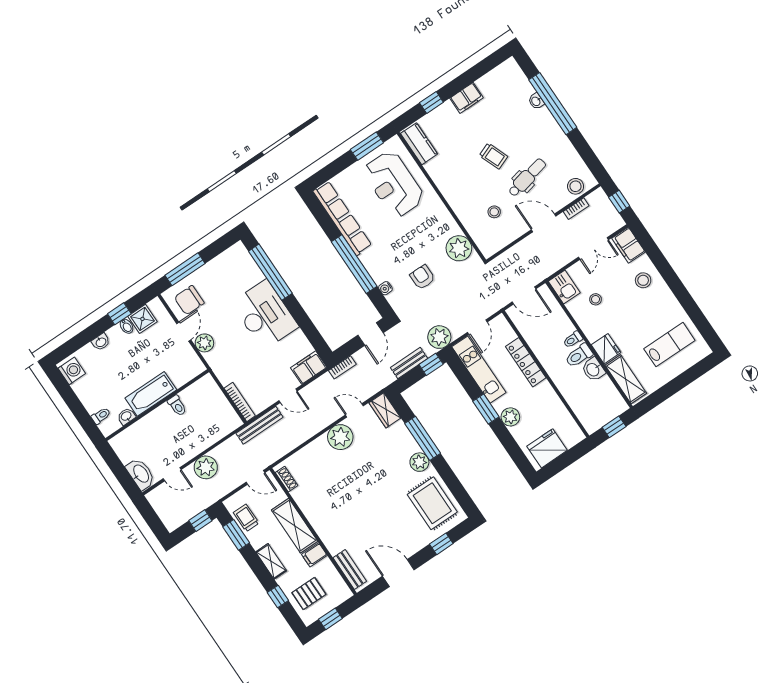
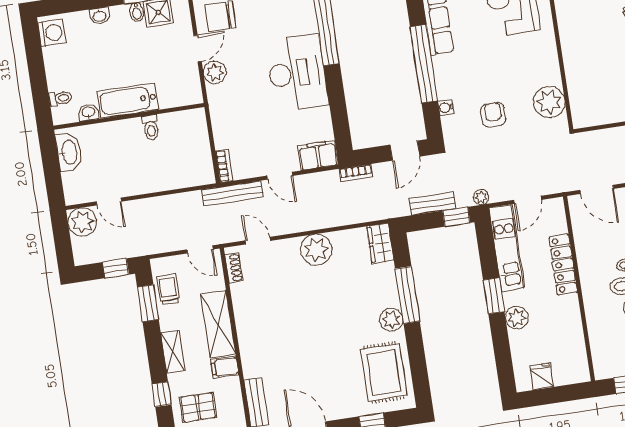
stool: (494, 212) -> (608, 80), removed
plant: (439, 337) -> (481, 197), width x0.53, depth x0.53
bookcase: (240, 402) -> (224, 166), width x0.64
door: (354, 410) -> (258, 241), moved
fridge: (547, 448) -> (542, 376), width x0.53, depth x0.75
plant: (206, 467) -> (82, 222), moved
washbasin: (141, 474) -> (69, 152), moved

